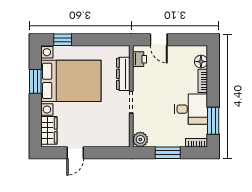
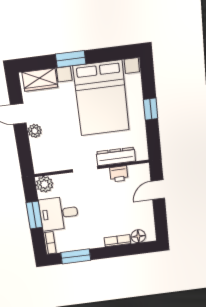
window: (63, 40) -> (151, 109), moved
printer: (139, 59) -> (119, 174), moved
window: (35, 81) -> (71, 59), moved
desk: (191, 109) -> (59, 213), moved, turned 90
plant: (92, 141) -> (35, 131), added

